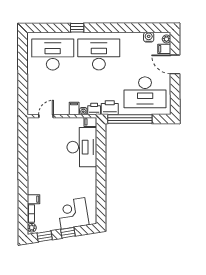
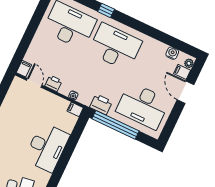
filing cabinet: (74, 108) -> (24, 69), moved
printer: (94, 109) -> (53, 83), moved
door: (46, 116) -> (34, 83), hinge flipped
desk: (82, 147) -> (47, 147), moved

